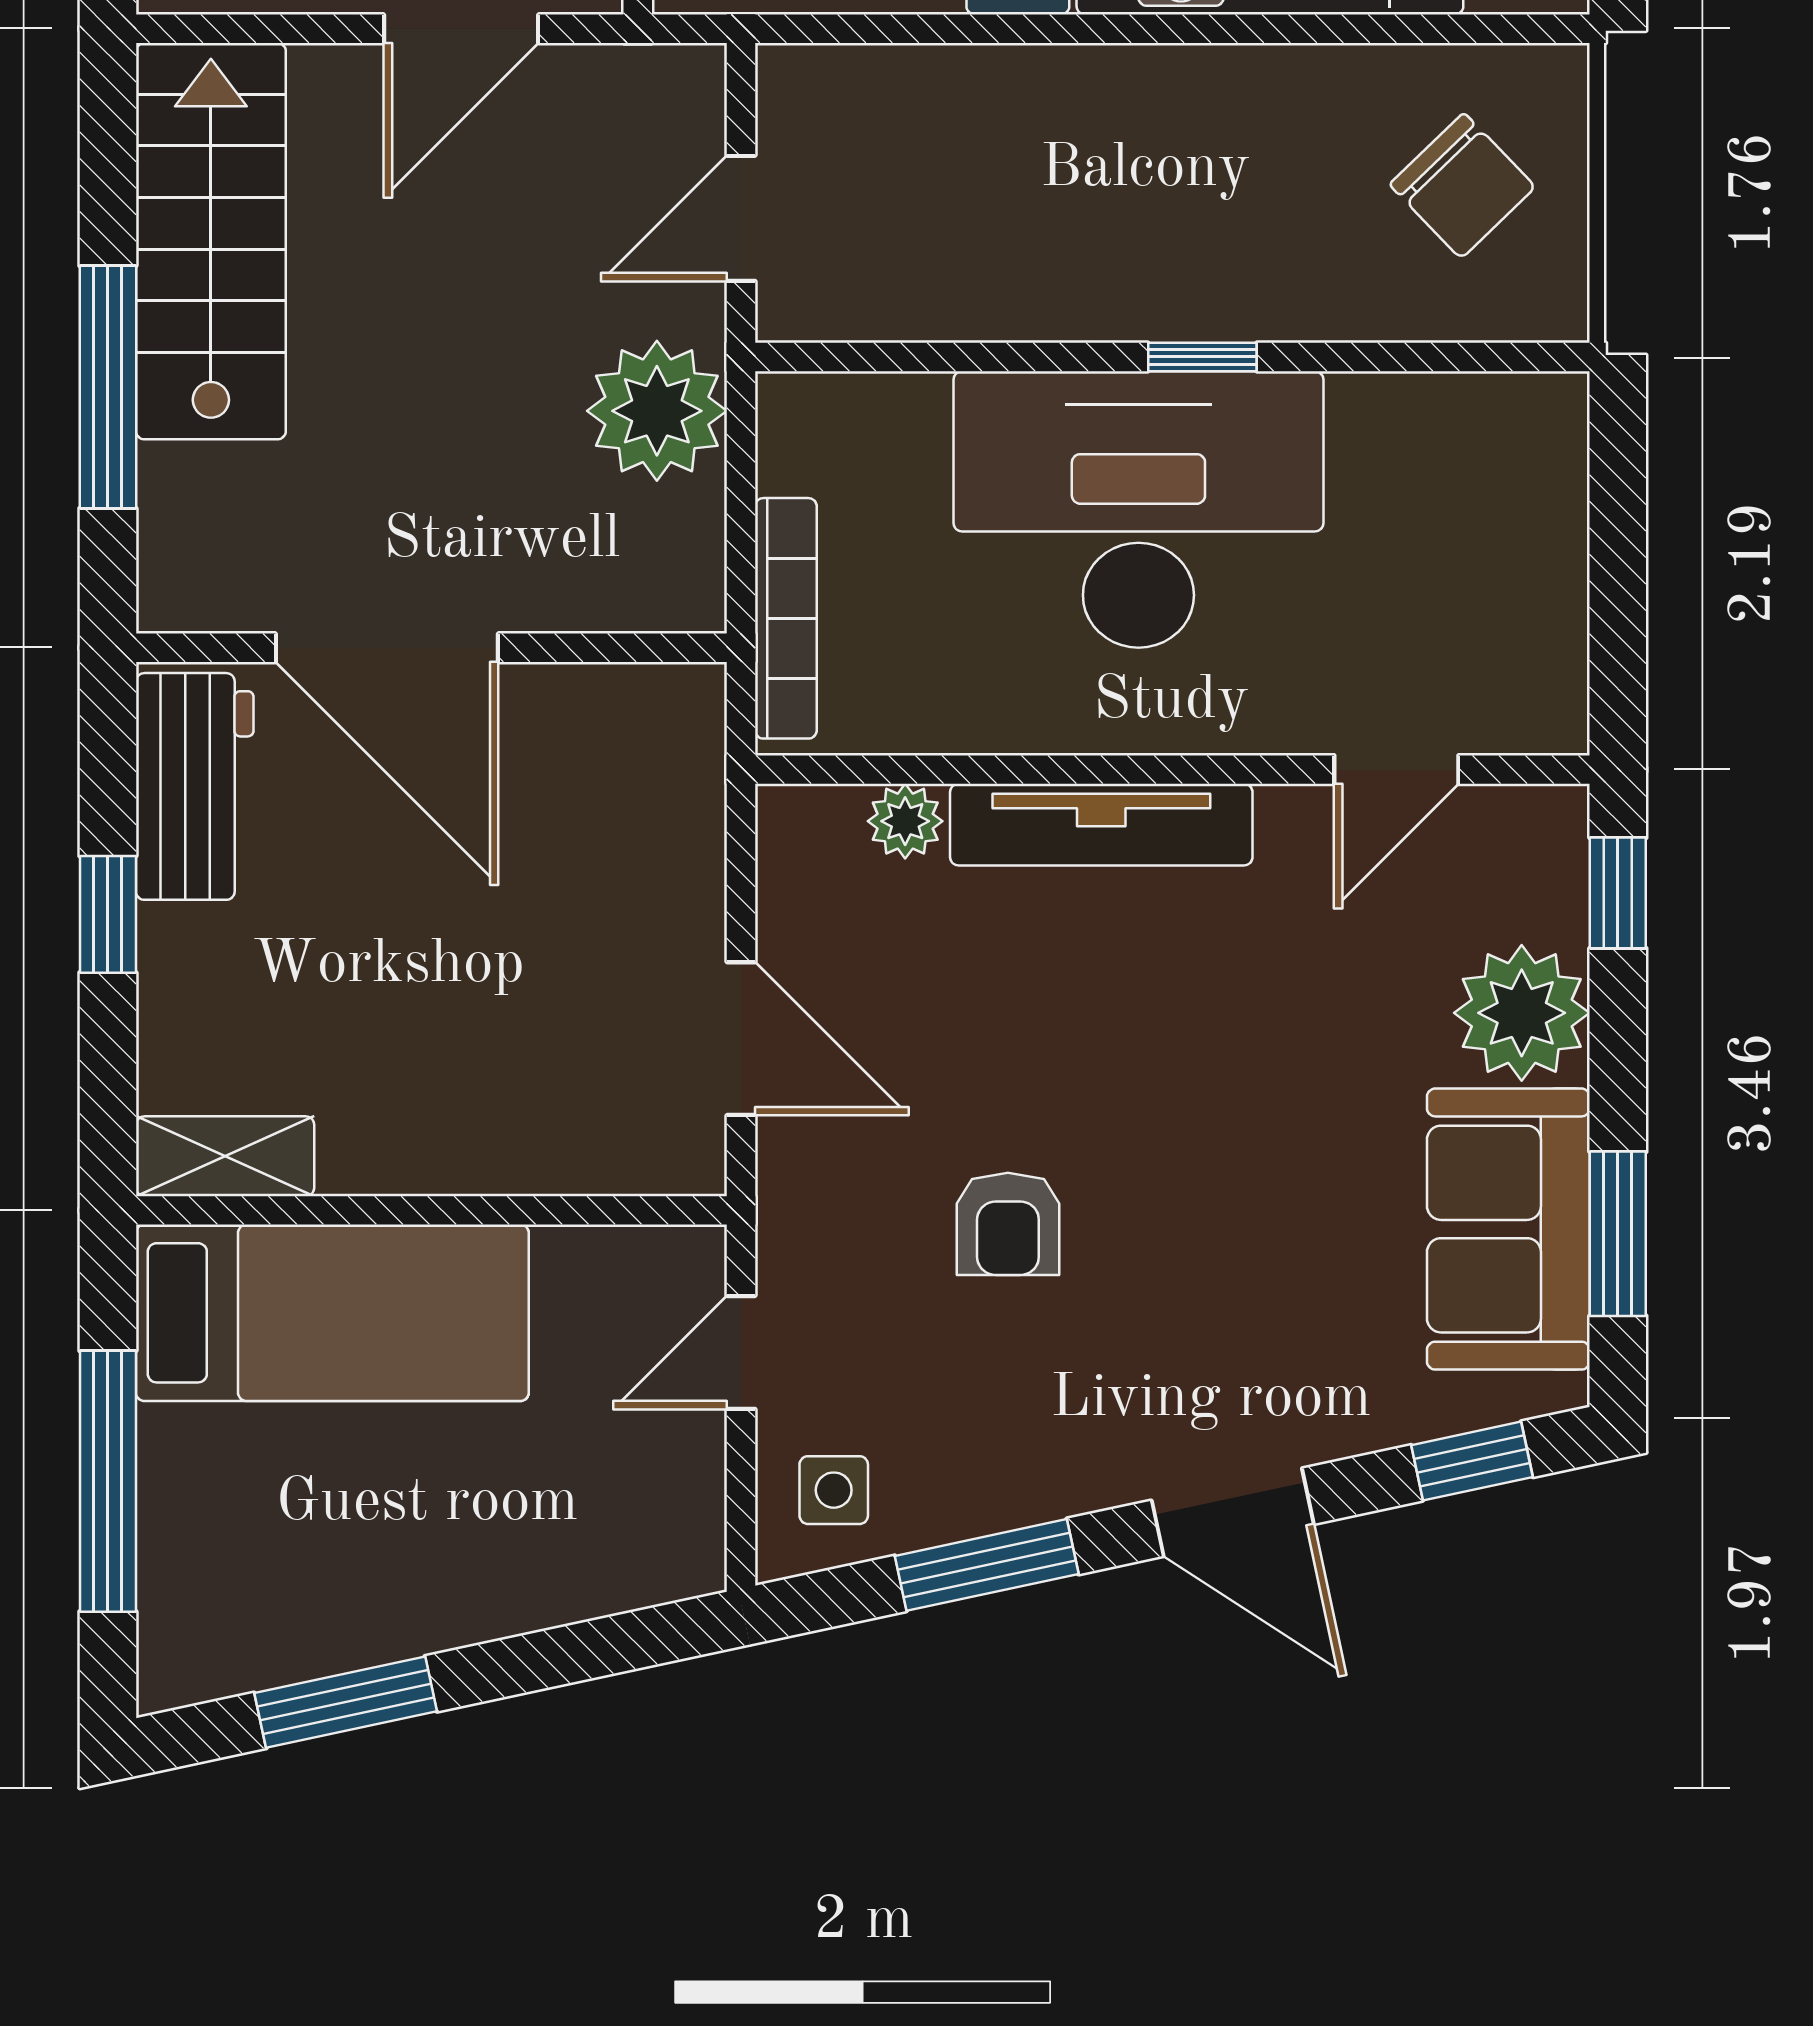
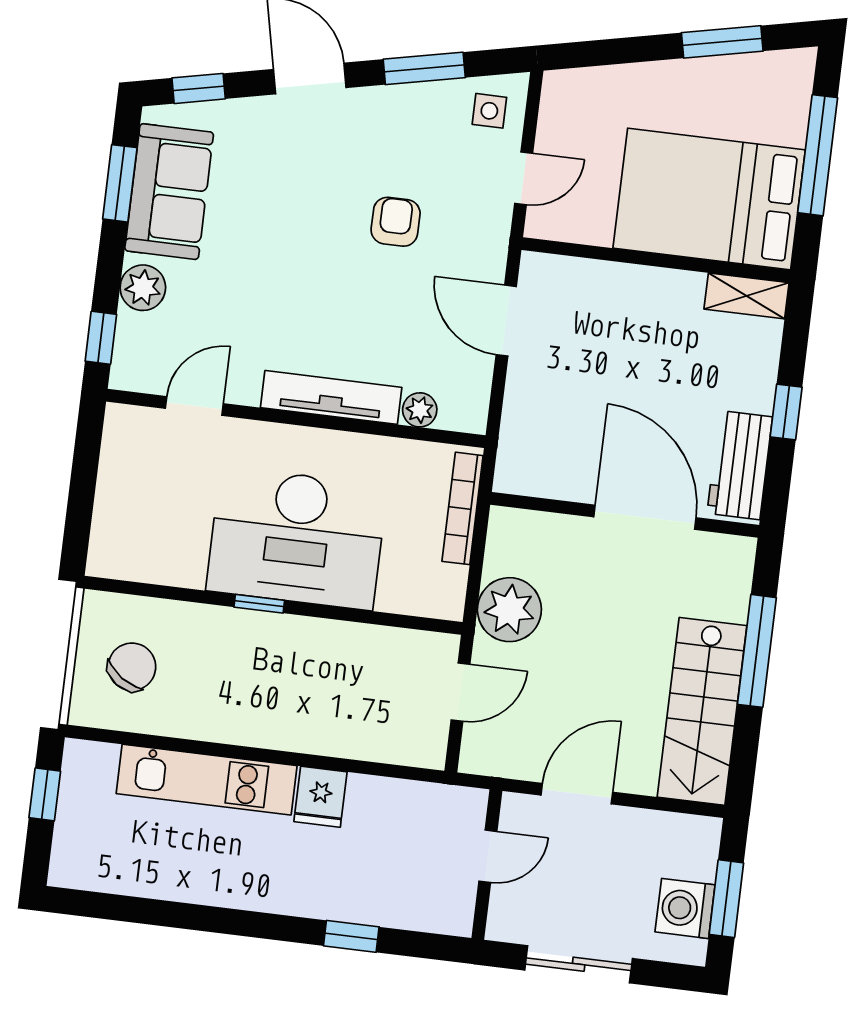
chair: (1462, 186) -> (132, 667), turned 78
plant: (1522, 1013) -> (143, 288), width x0.73, depth x0.73
bed: (332, 1313) -> (709, 199), width x1.50

